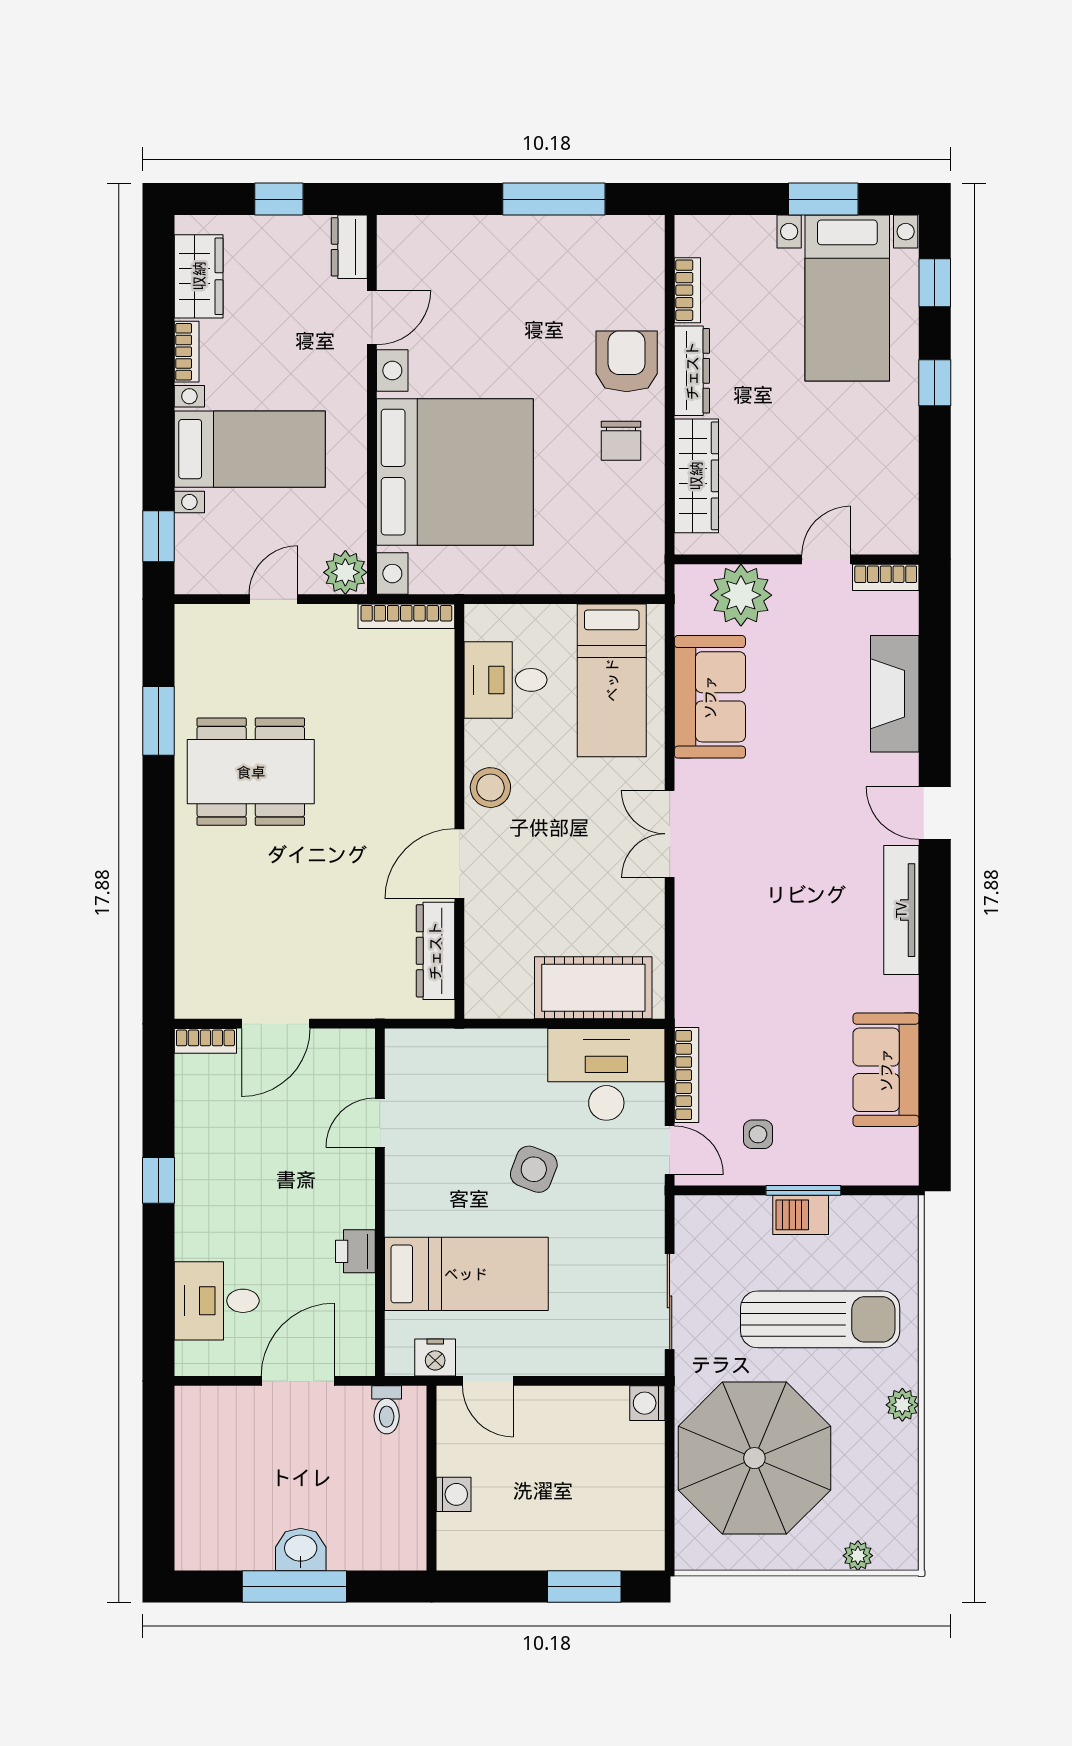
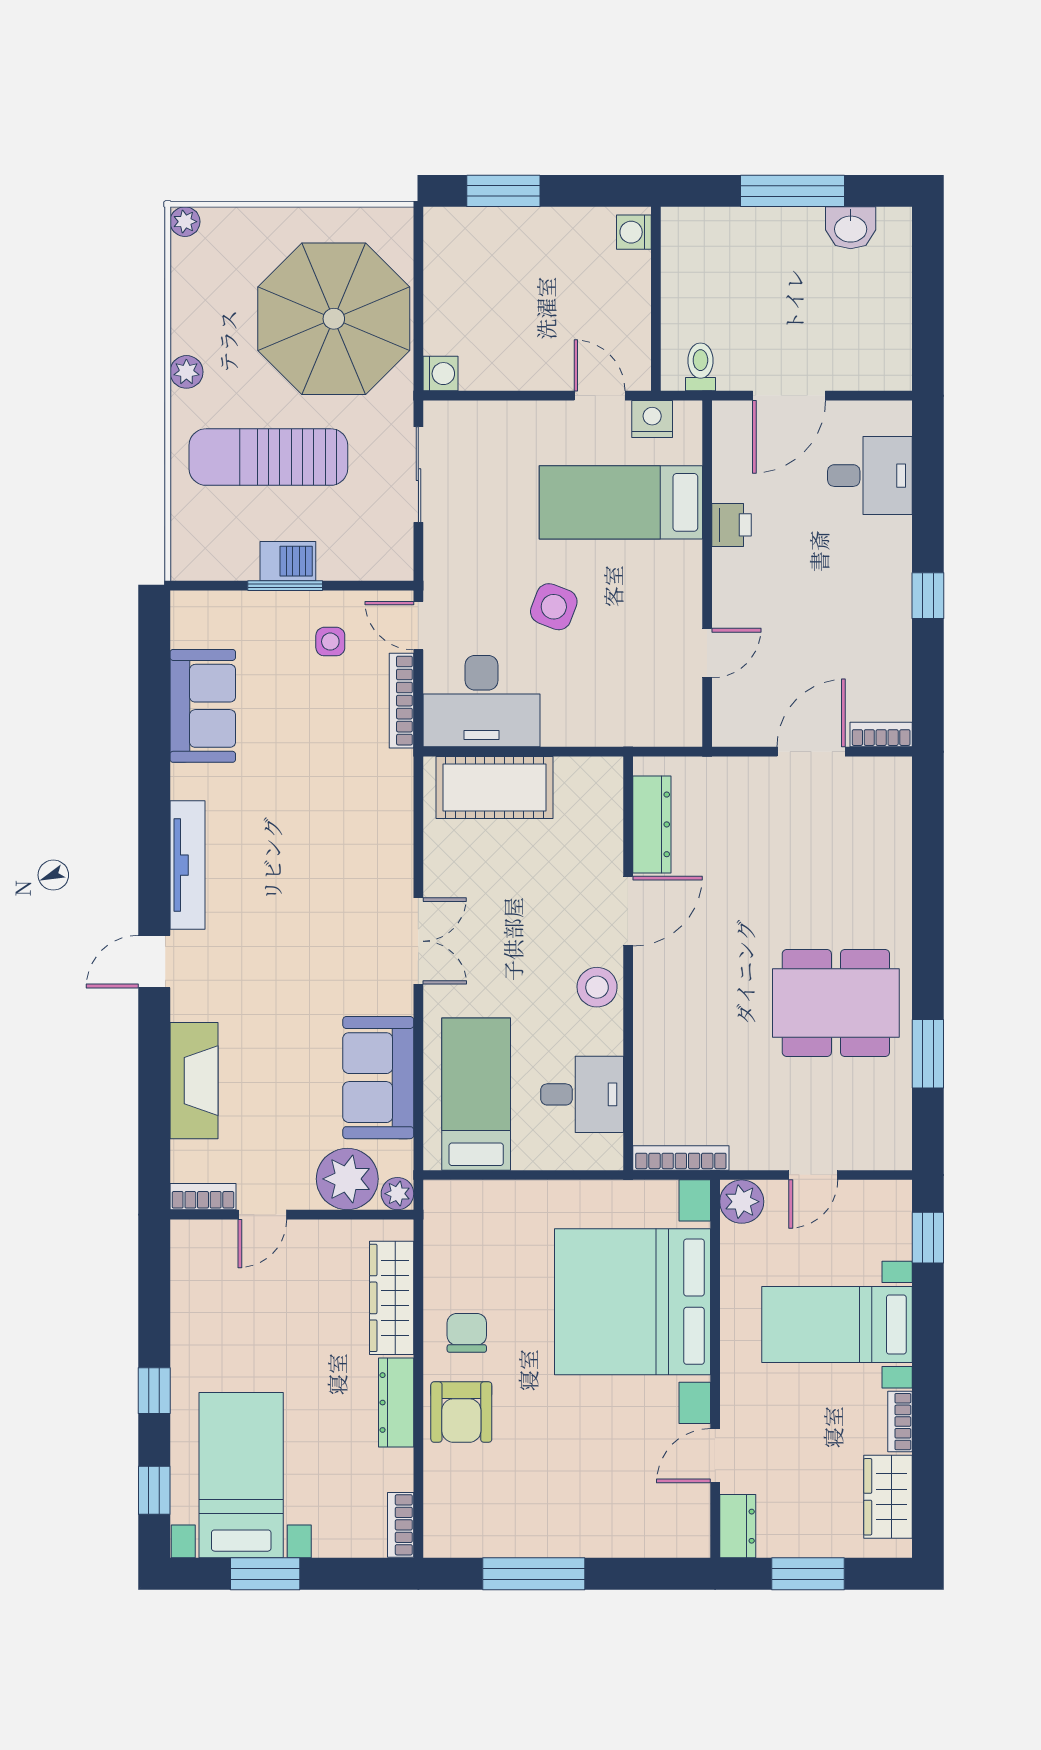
window: (279, 199) -> (808, 1574), width x1.50
bookcase: (687, 290) -> (401, 1525), moved
plant: (691, 580) -> (397, 1194), added
door: (935, 813) -> (154, 962), swing flipped
washing machine: (454, 1494) -> (634, 232), moved
washbasin: (301, 1549) -> (851, 228), moved
plant: (858, 1556) -> (185, 222), moved

